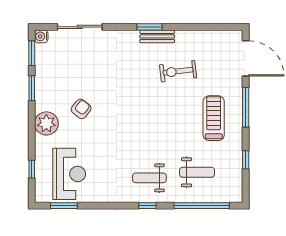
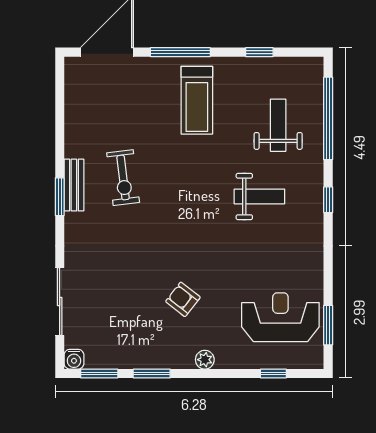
exercise bike: (178, 71) -> (123, 178), moved
treadmill: (214, 118) -> (197, 100), turned -90
plant: (46, 123) -> (205, 360), width x0.53, depth x0.53
weight bench: (149, 178) -> (259, 196), moved, turned -90

